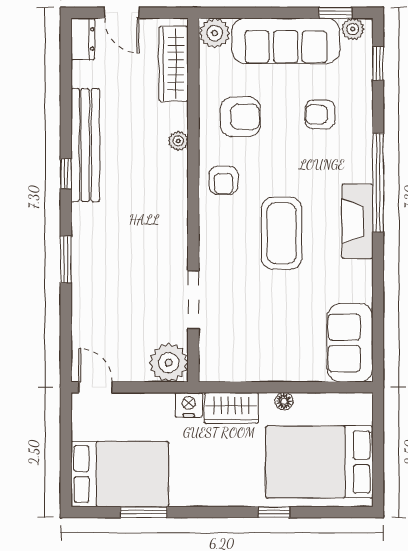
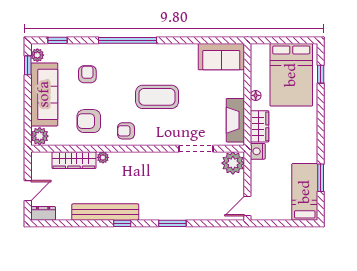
wardrobe: (174, 64) -> (74, 160), moved
armchair: (320, 114) -> (87, 74), turned 180
armchair: (240, 117) -> (89, 121), turned -90
armchair: (224, 180) -> (126, 131), turned 180
fireplace: (357, 221) -> (235, 120), moved, turned 90
bed: (120, 474) -> (305, 192), width x0.67
window: (274, 512) -> (321, 74), moved

